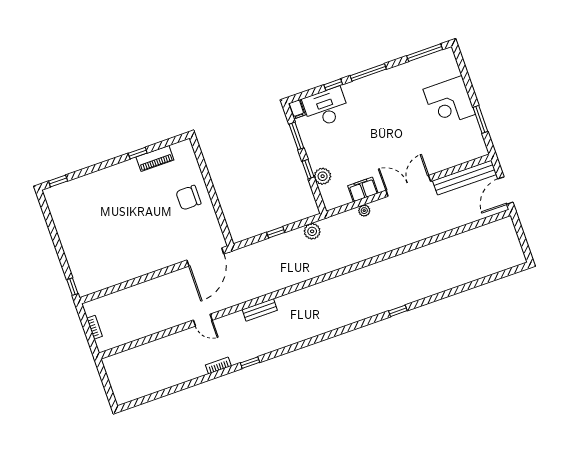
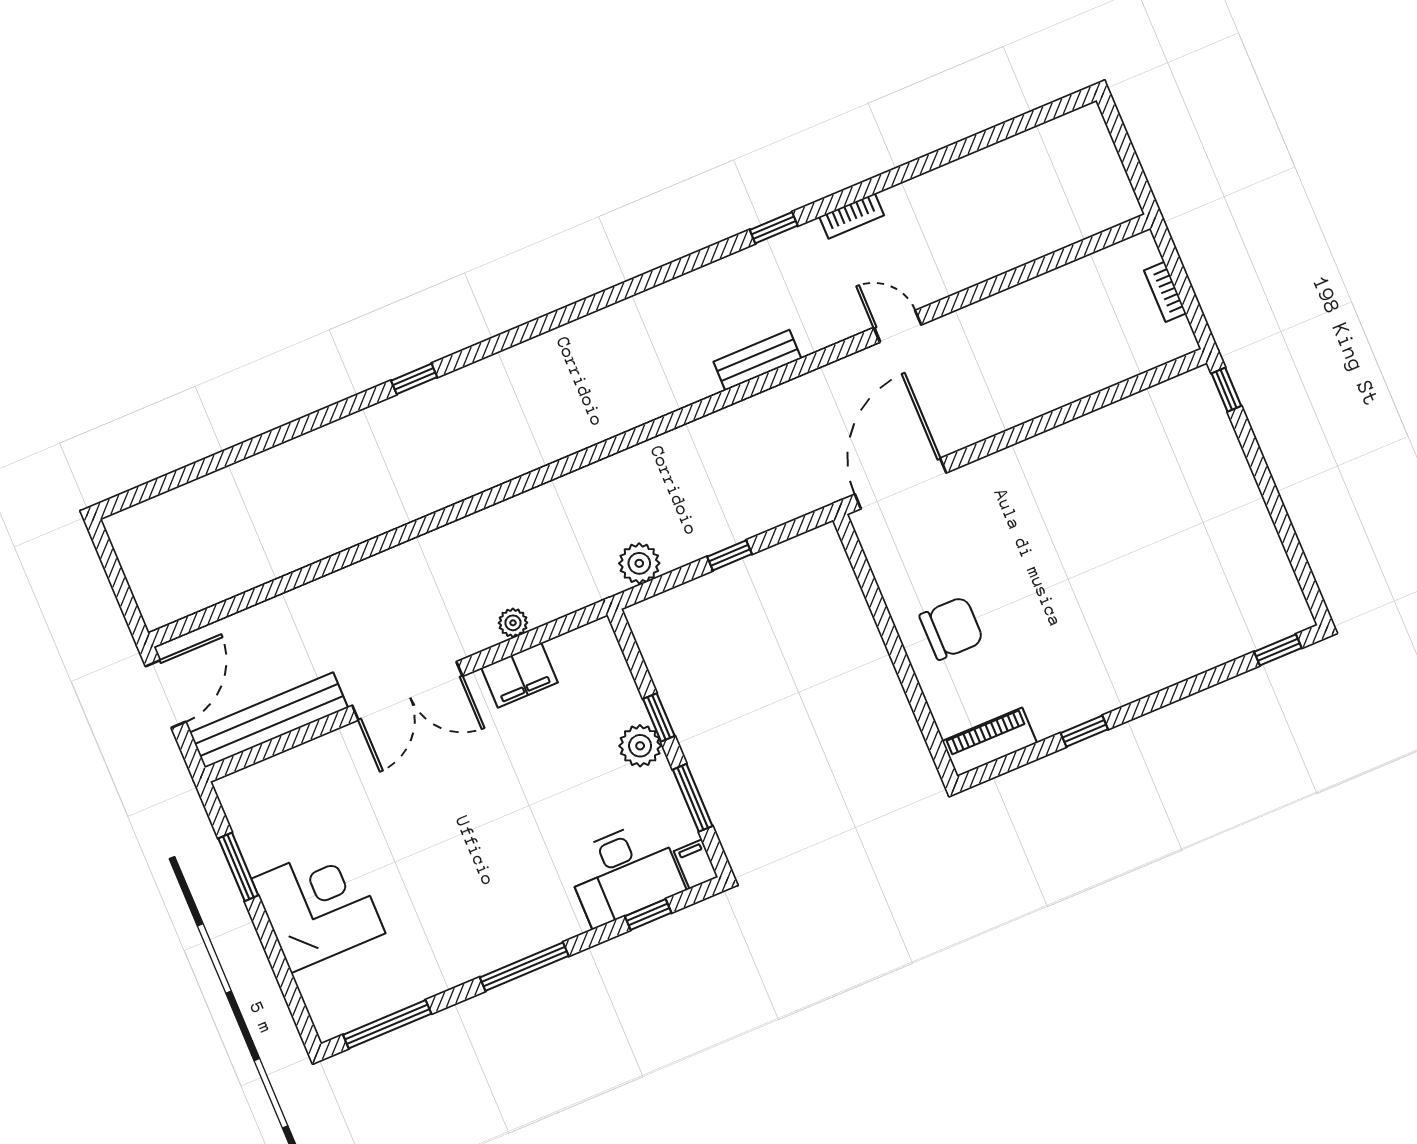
window: (333, 85) -> (648, 914), moved
piano: (155, 158) -> (990, 742), moved
plant: (323, 176) -> (640, 746), moved

